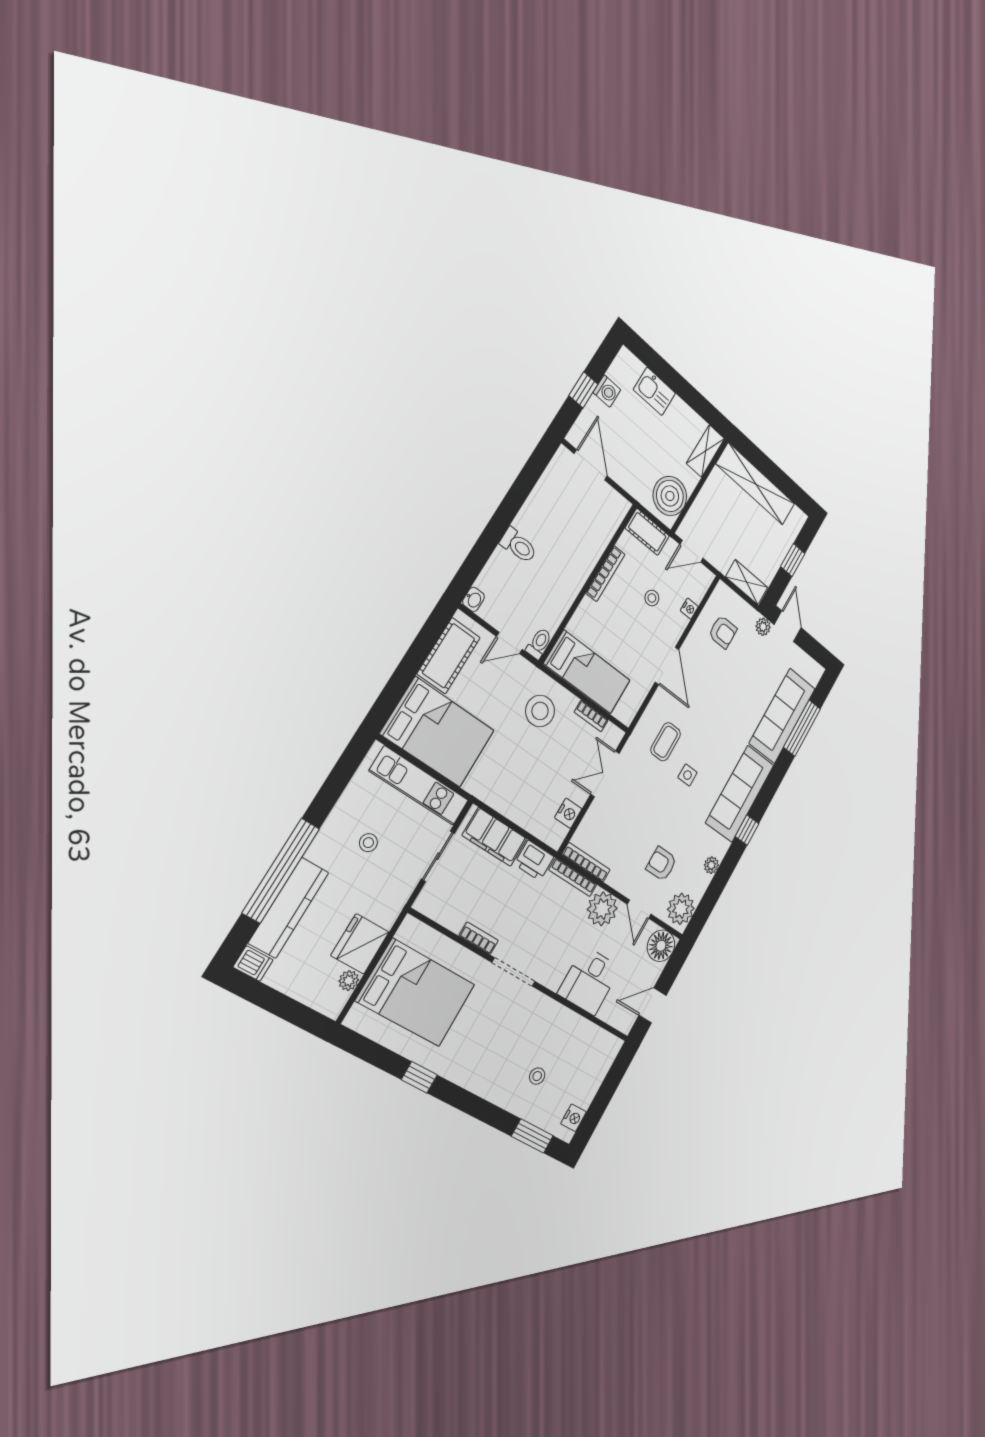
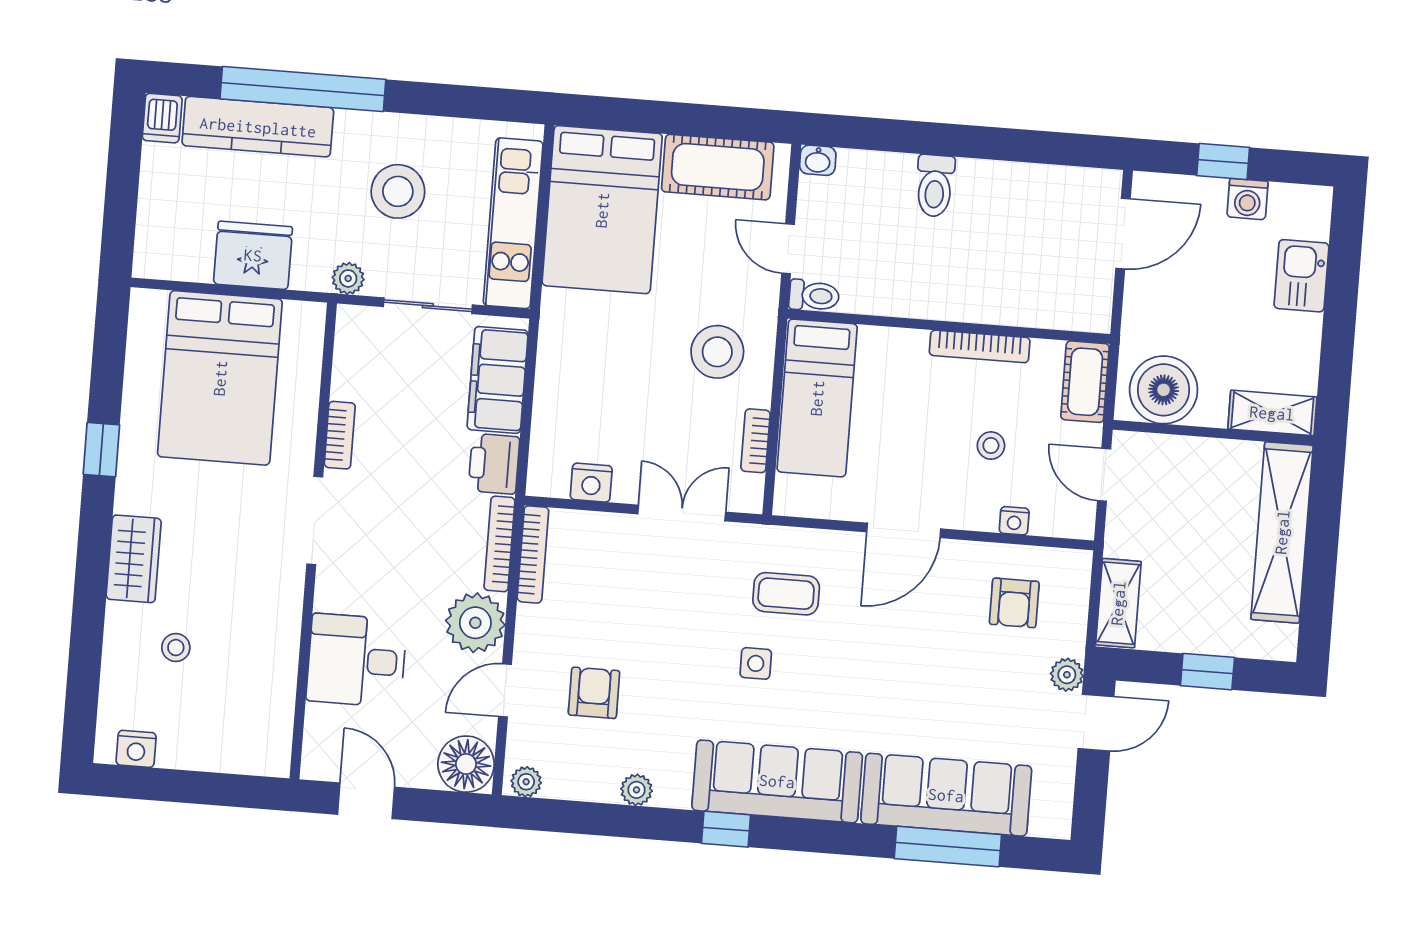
stool: (368, 843) -> (398, 191), width x1.89, depth x1.89
plant: (681, 909) -> (526, 782), width x0.53, depth x0.53
plant: (349, 981) -> (348, 278), moved
wardrobe: (483, 1082) -> (134, 559), added
window: (532, 1136) -> (83, 689), removed

